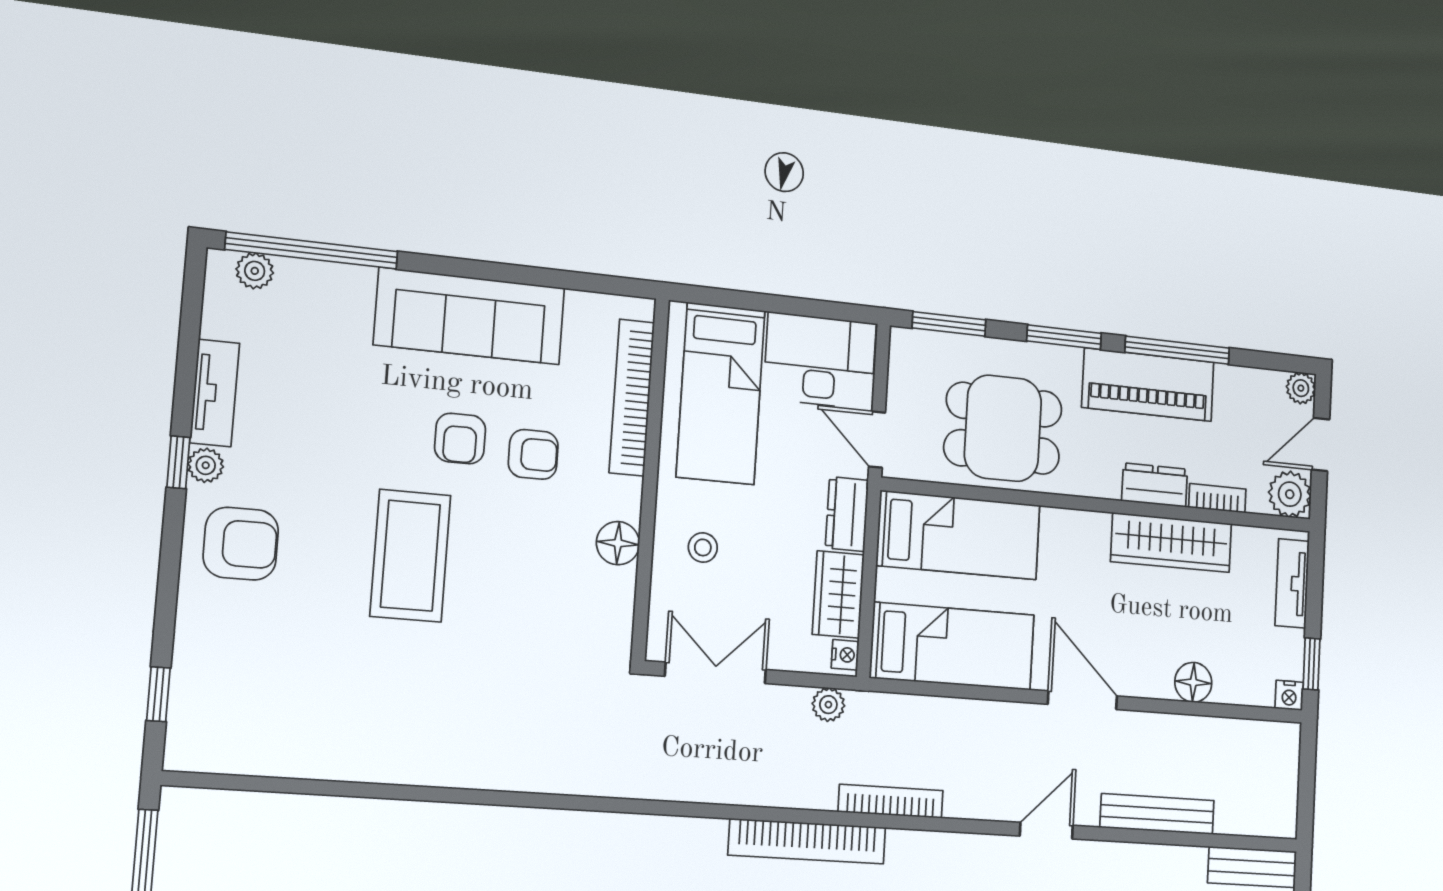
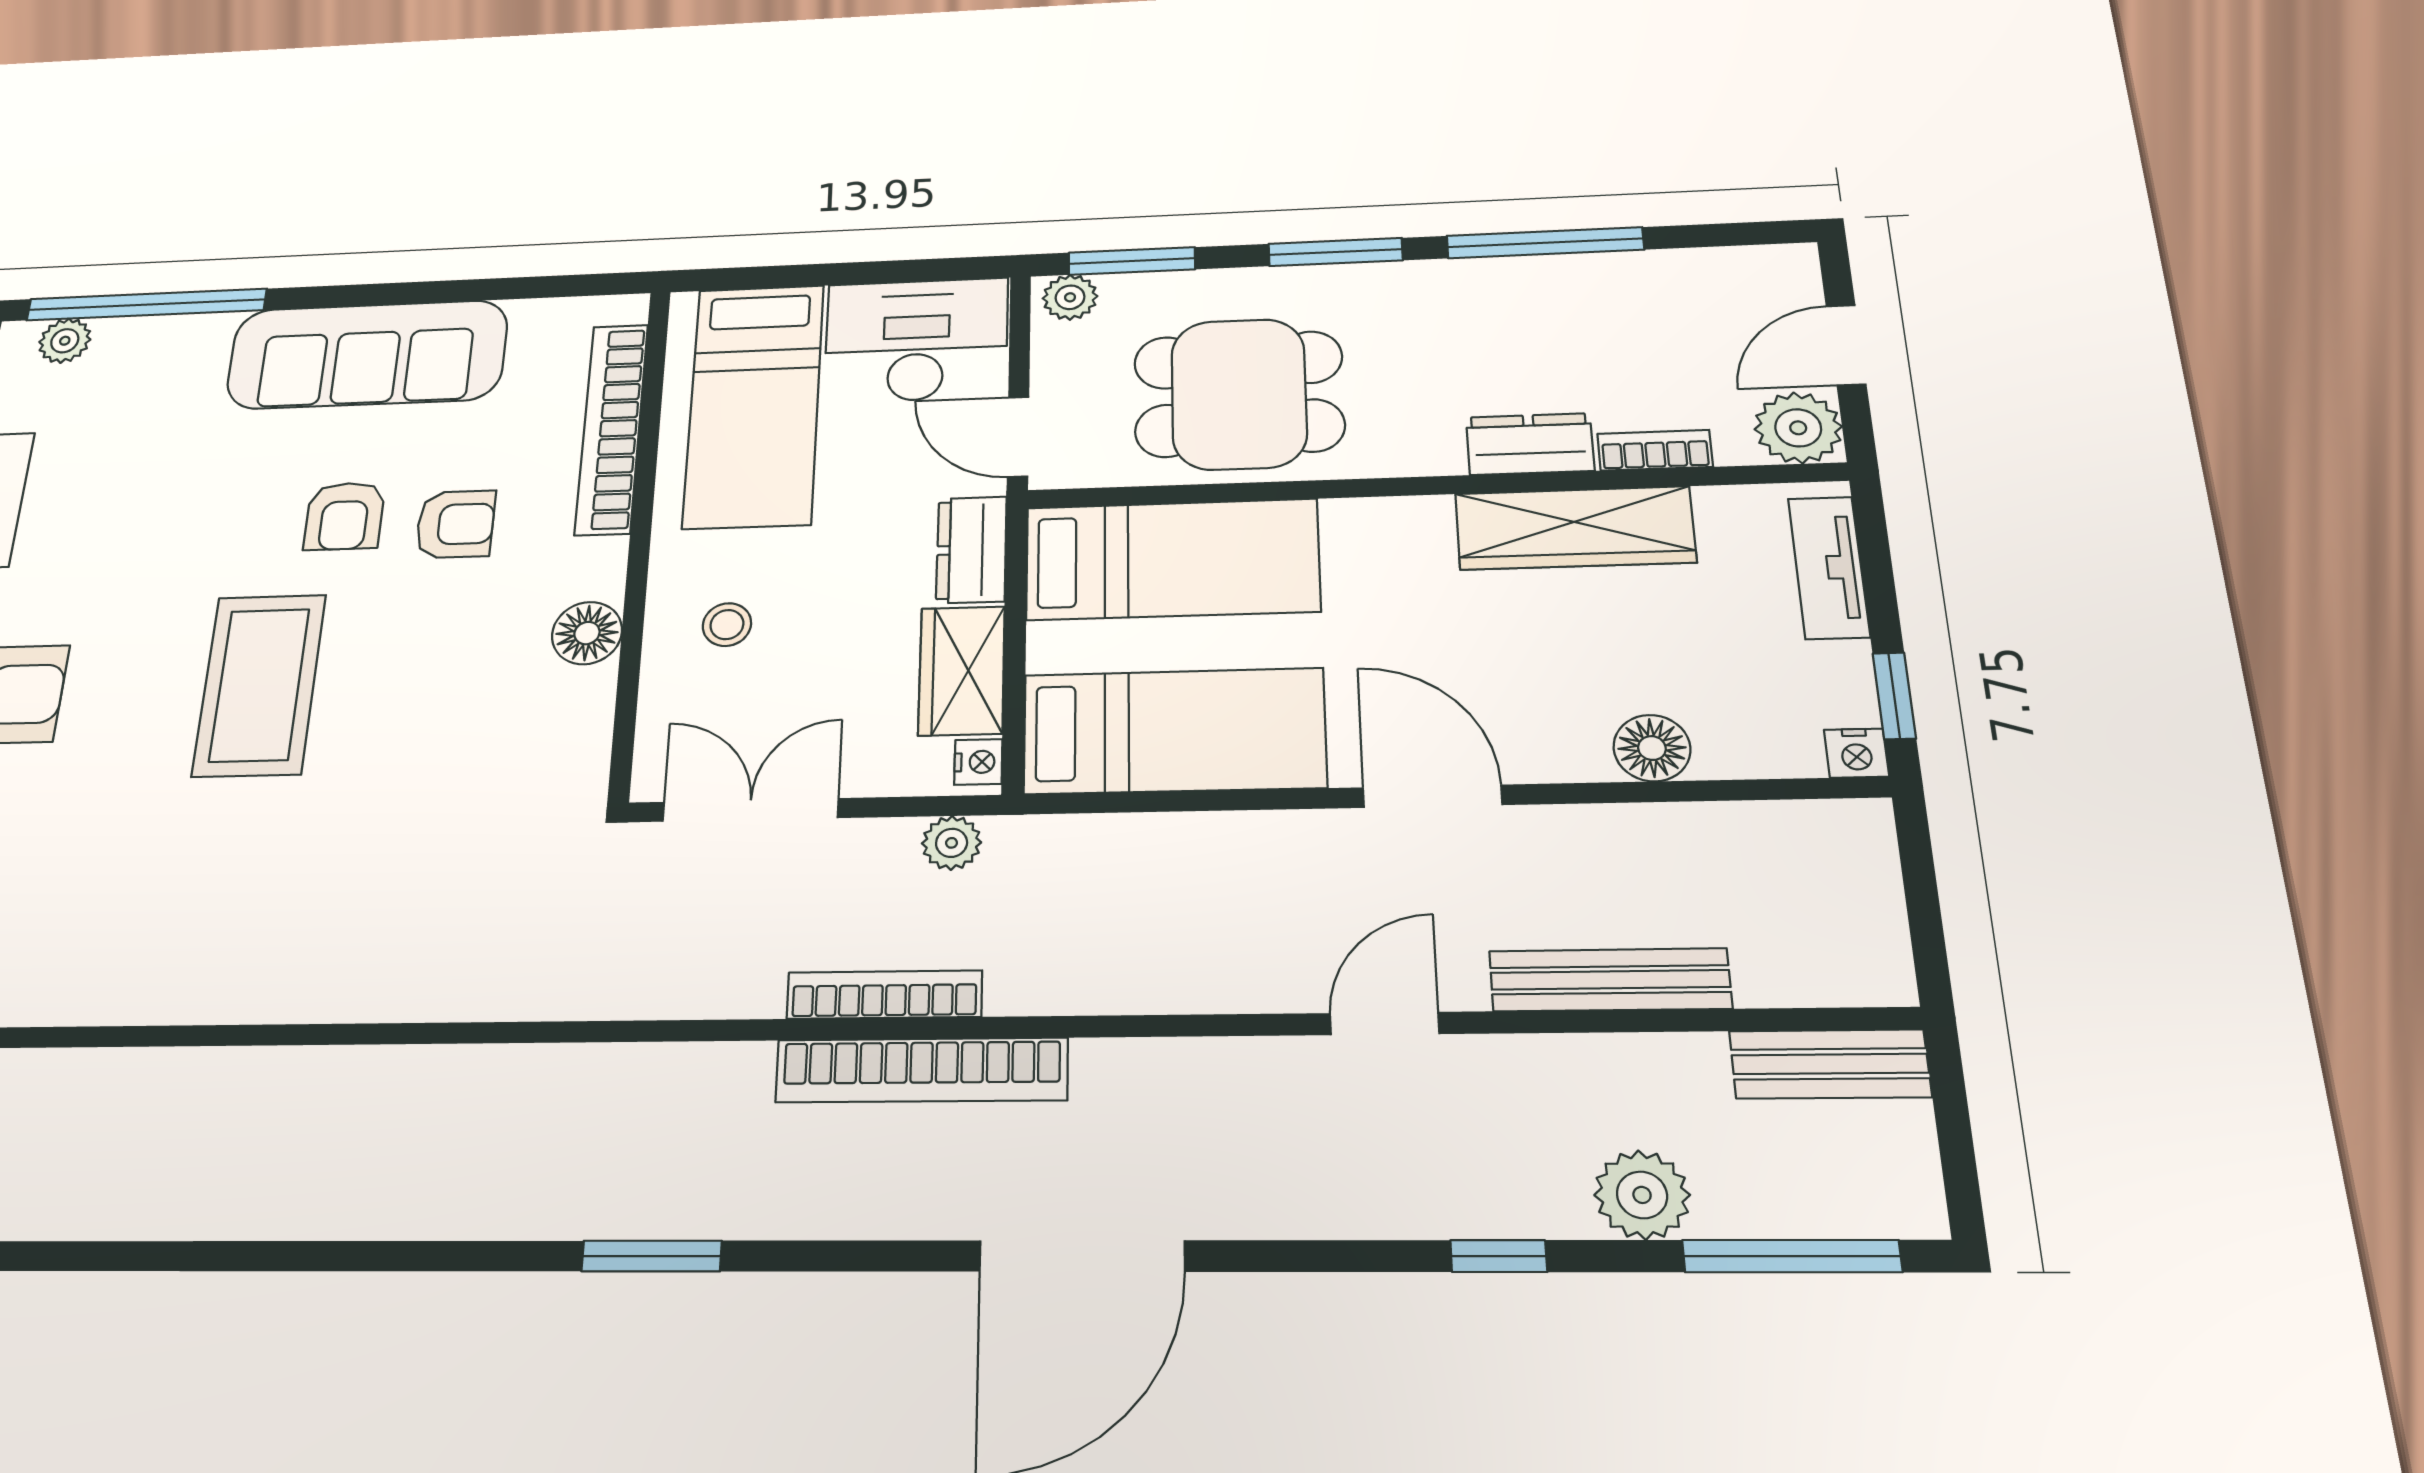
piano: (1148, 385) -> (1497, 299), removed
plant: (1301, 388) -> (1070, 297), moved
bookcase: (891, 801) -> (884, 995), moved

